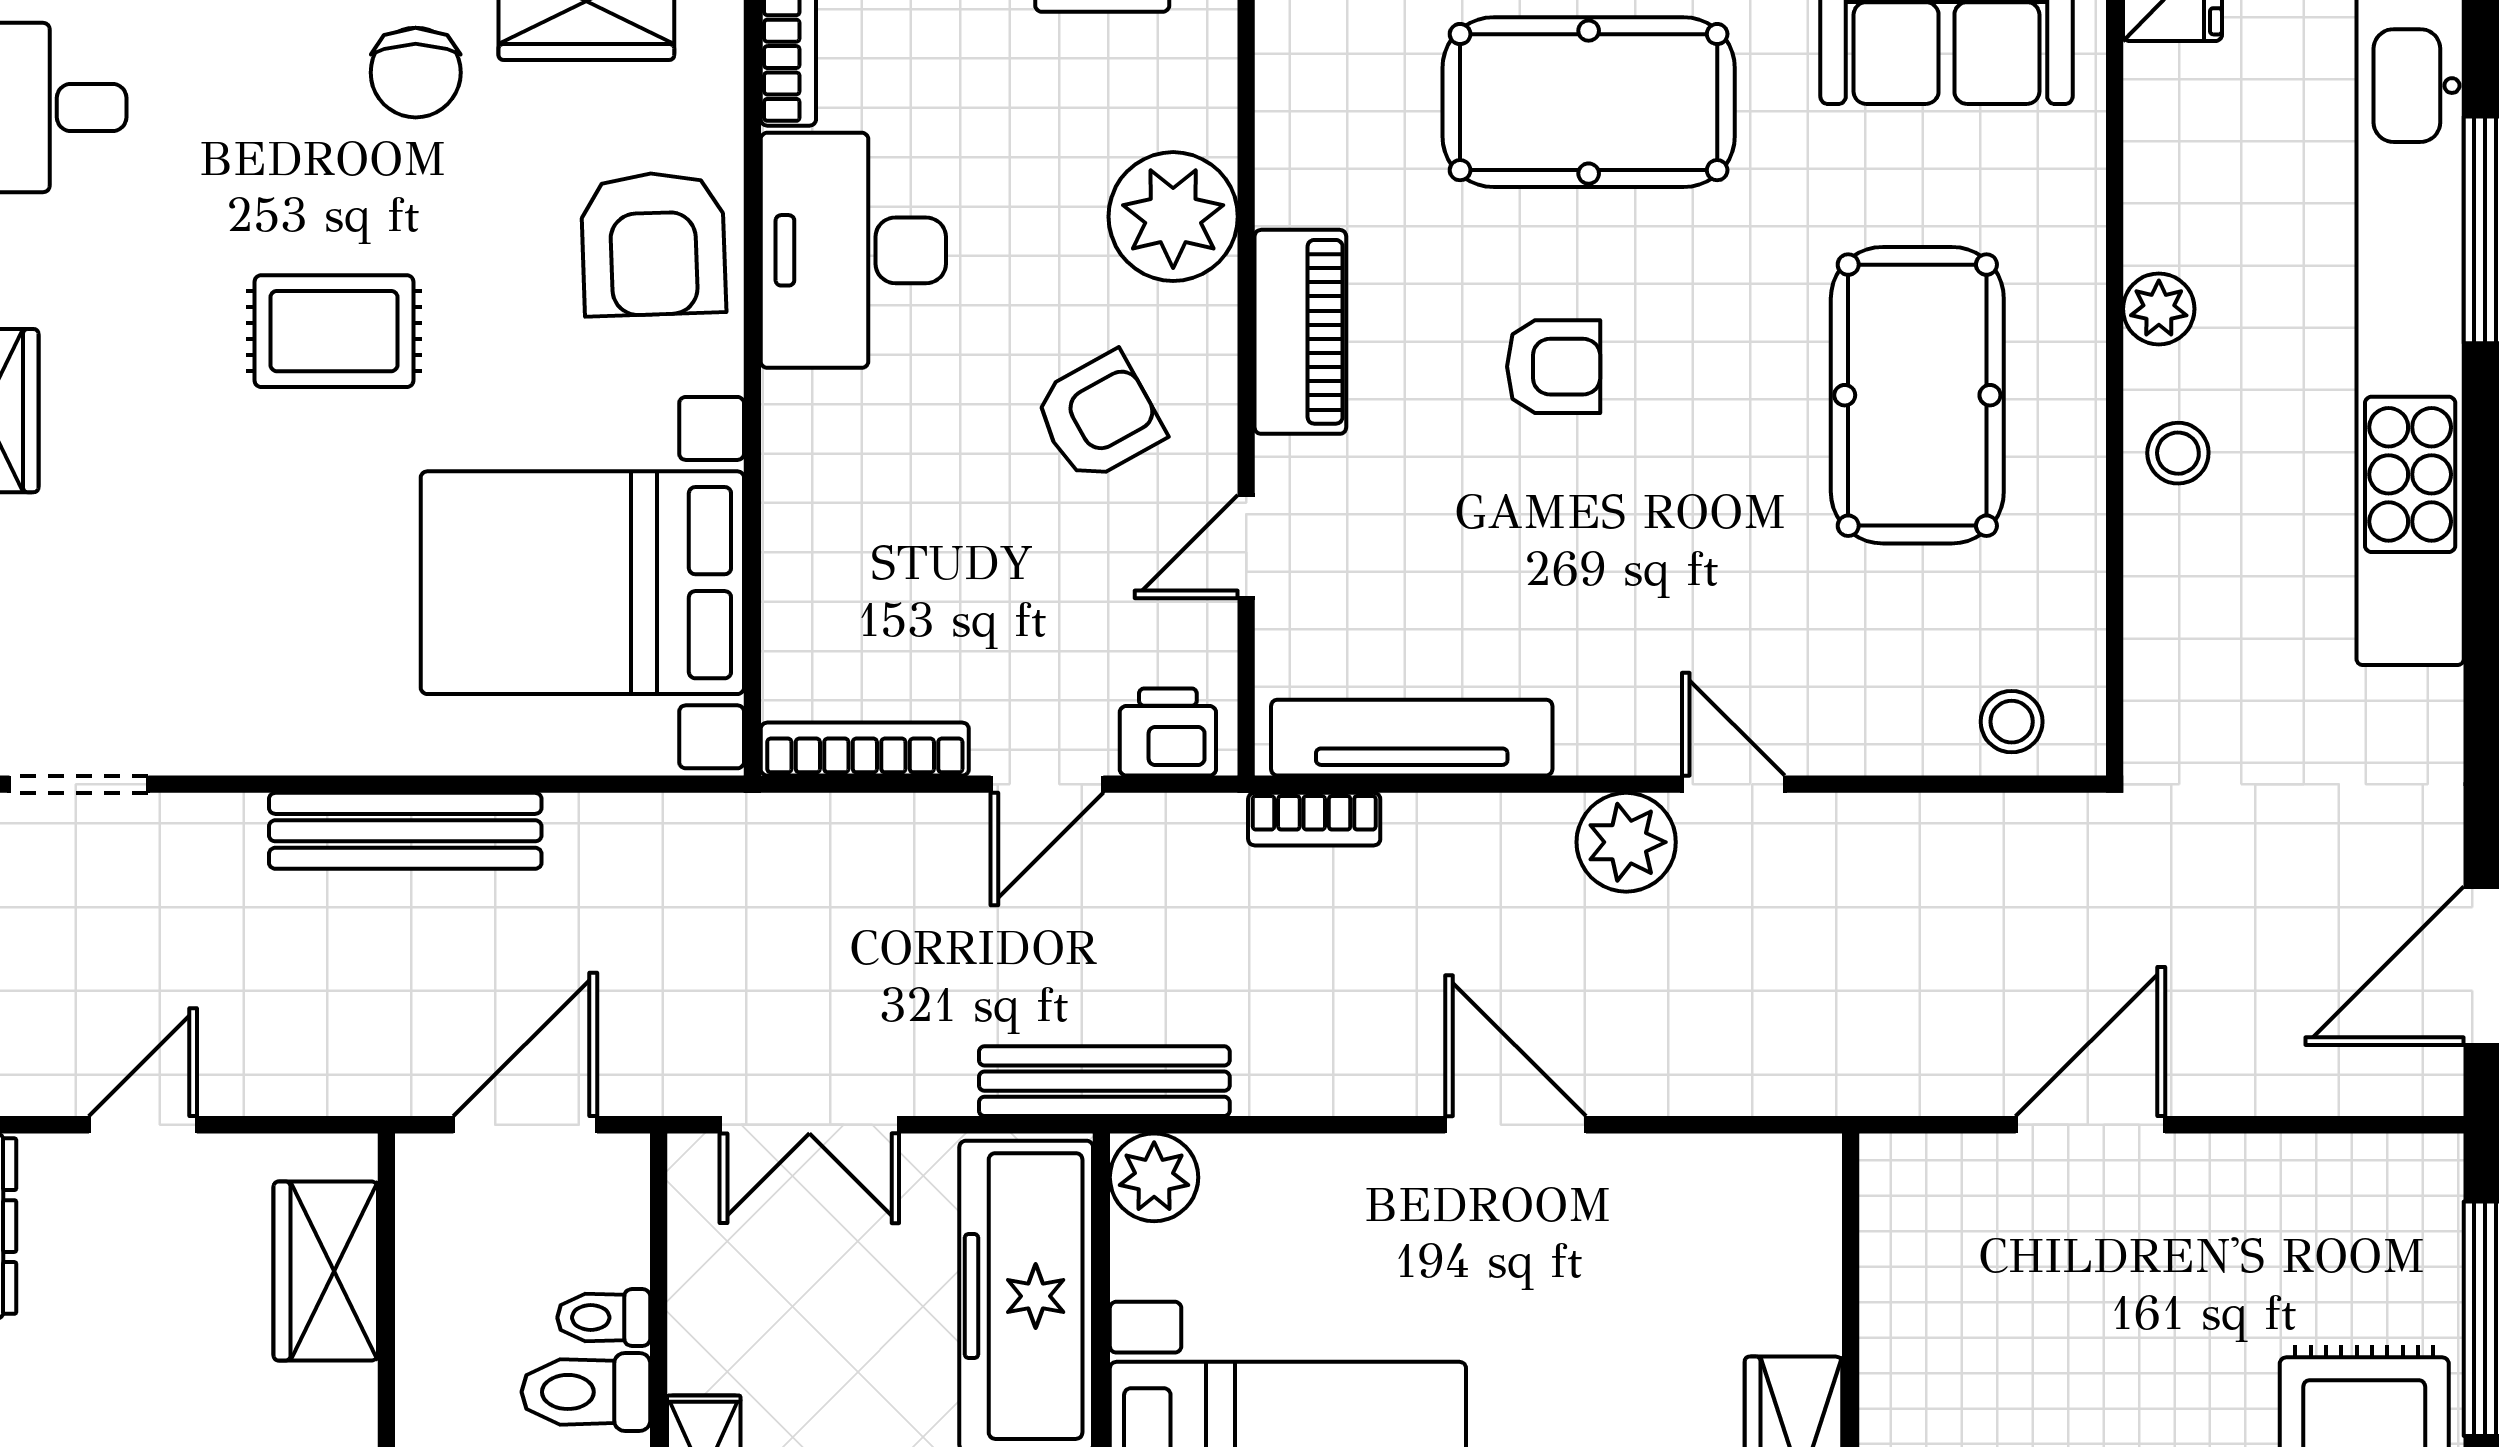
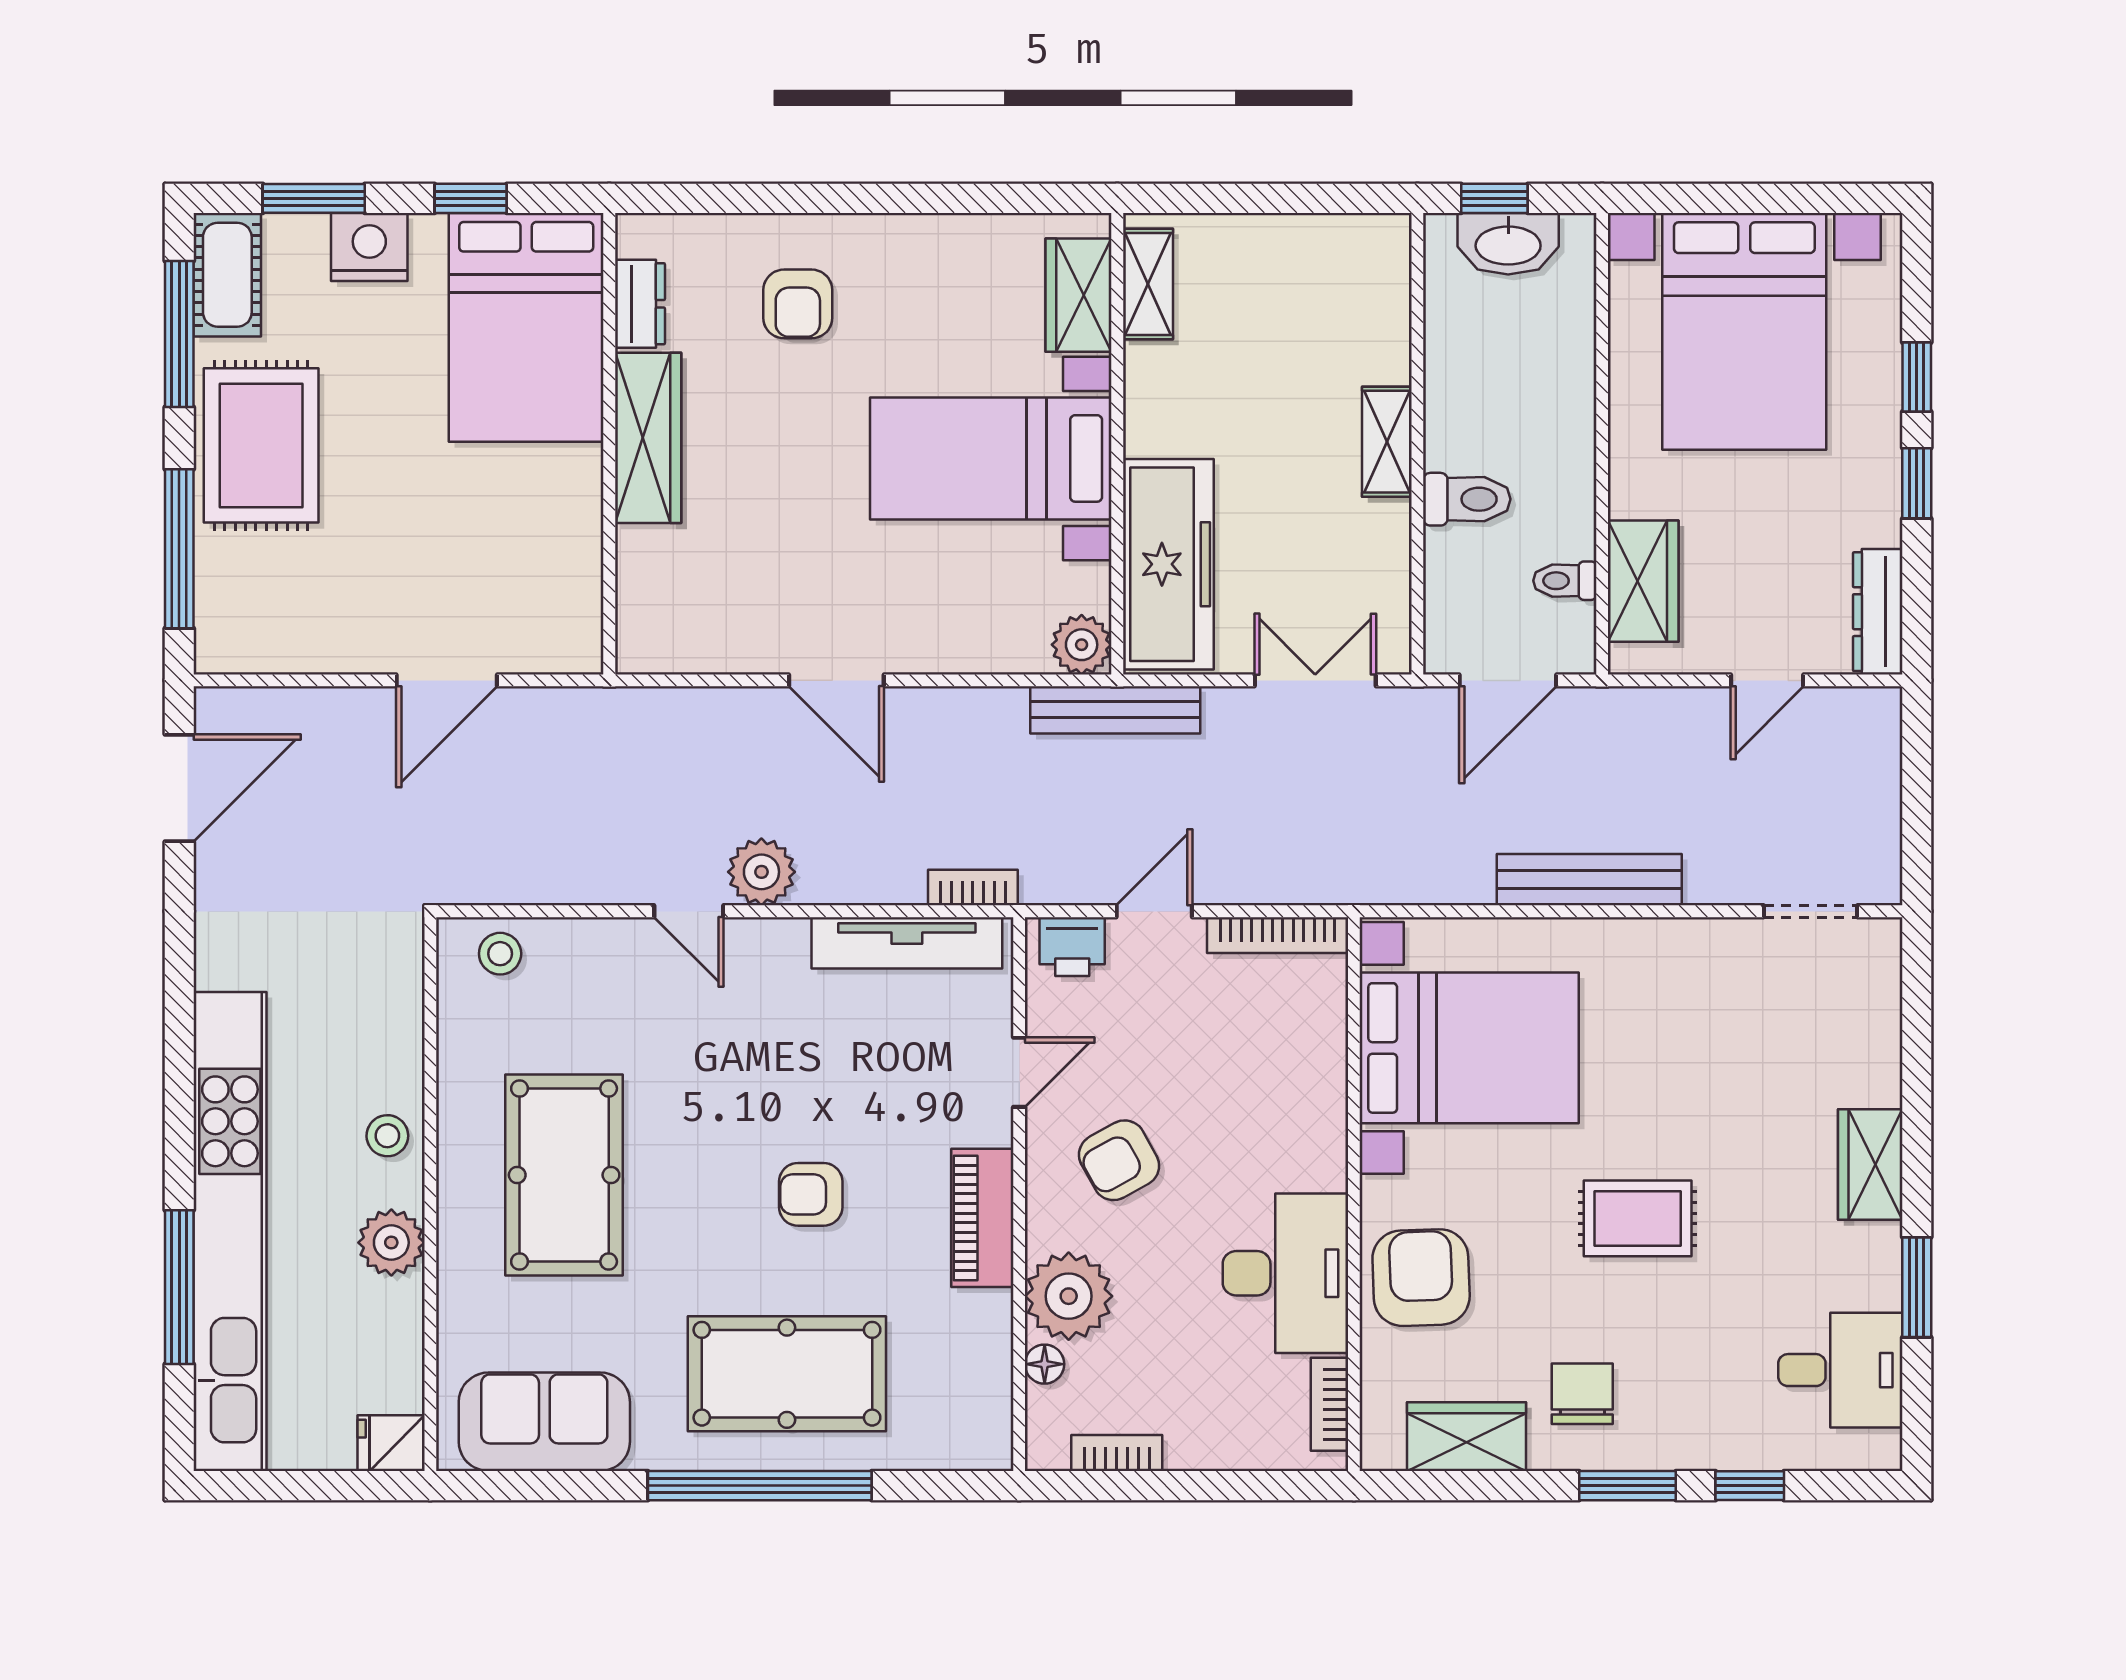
floor lamp: (1209, 116) -> (1045, 1364), added
plant: (2159, 309) -> (391, 1243), width x1.38, depth x1.38
toilet: (604, 1318) -> (1565, 581), moved, turned 180

